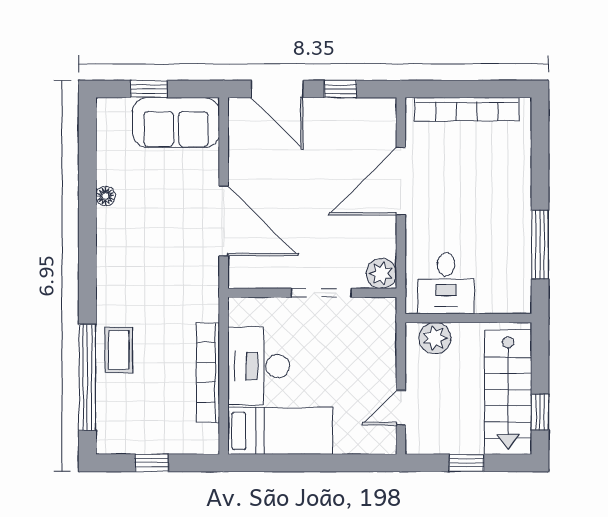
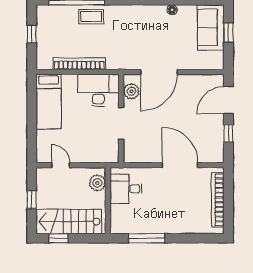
sofa: (176, 123) -> (211, 27), moved
plant: (381, 273) -> (131, 91), moved
desk: (259, 366) -> (98, 90), moved

